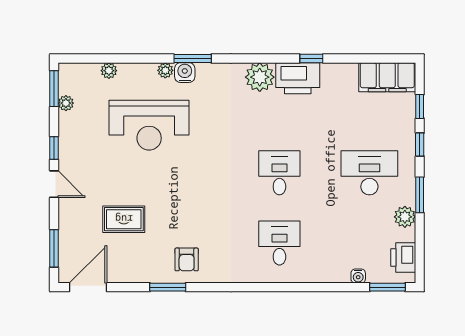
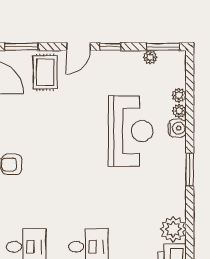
plant: (165, 70) -> (179, 111), moved
water cooler: (185, 73) -> (177, 128), moved
reception desk: (149, 125) -> (131, 131), turned 180
rug: (124, 219) -> (45, 72), moved

